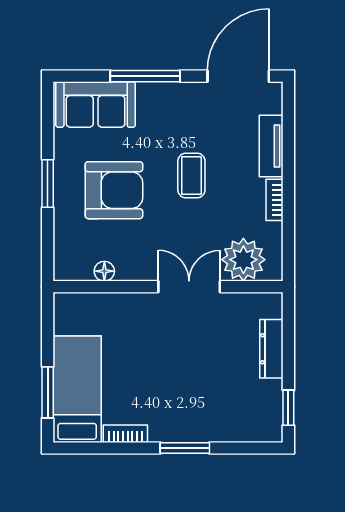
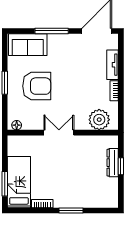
coffee table: (191, 175) -> (74, 79), removed
floor lamp: (104, 271) -> (17, 125), moved
double door: (189, 287) -> (59, 133), moved
window: (288, 408) -> (121, 166), moved

